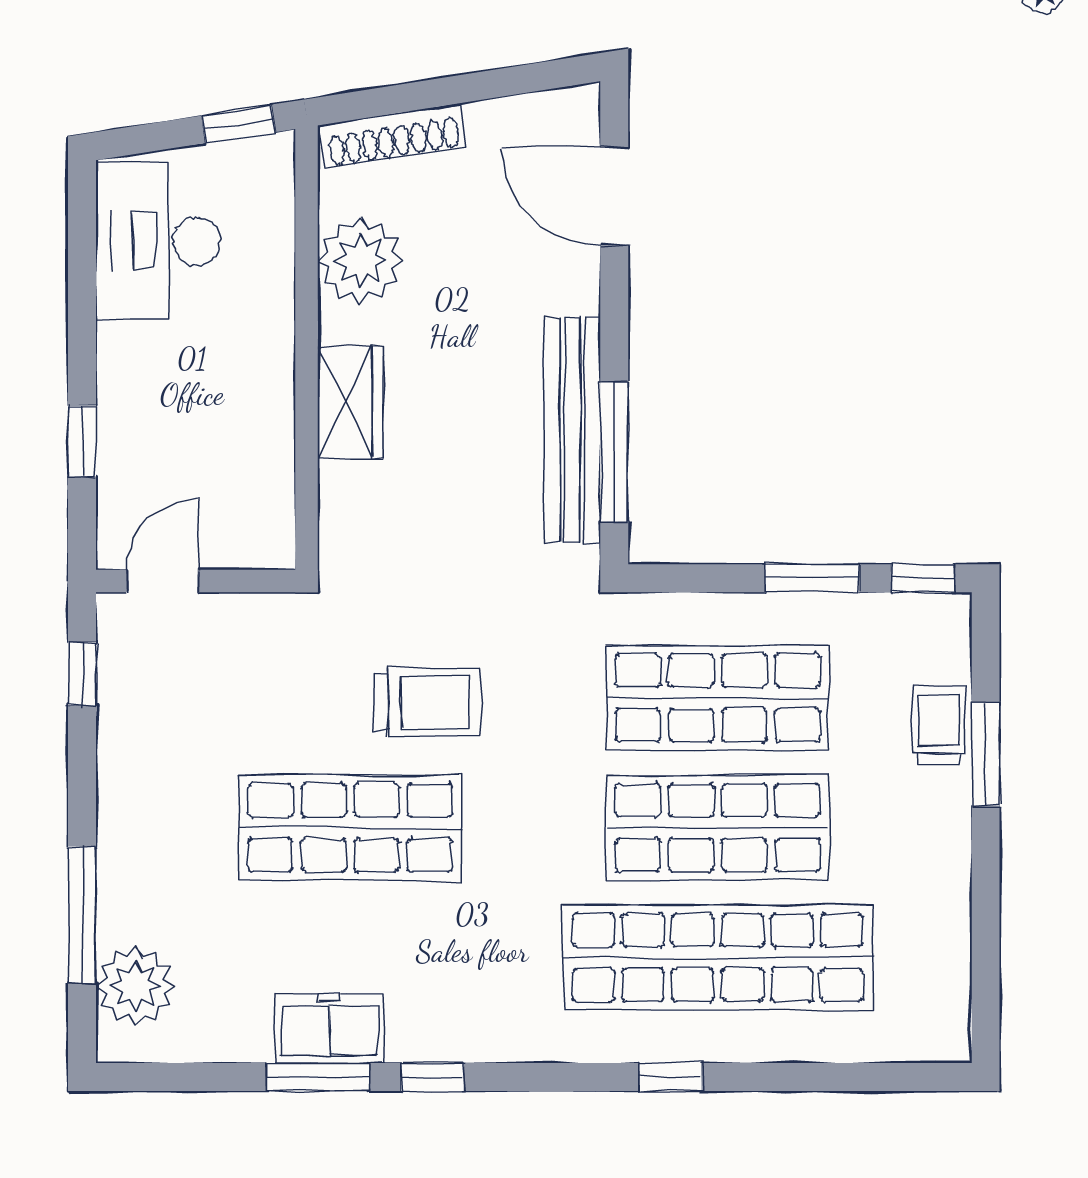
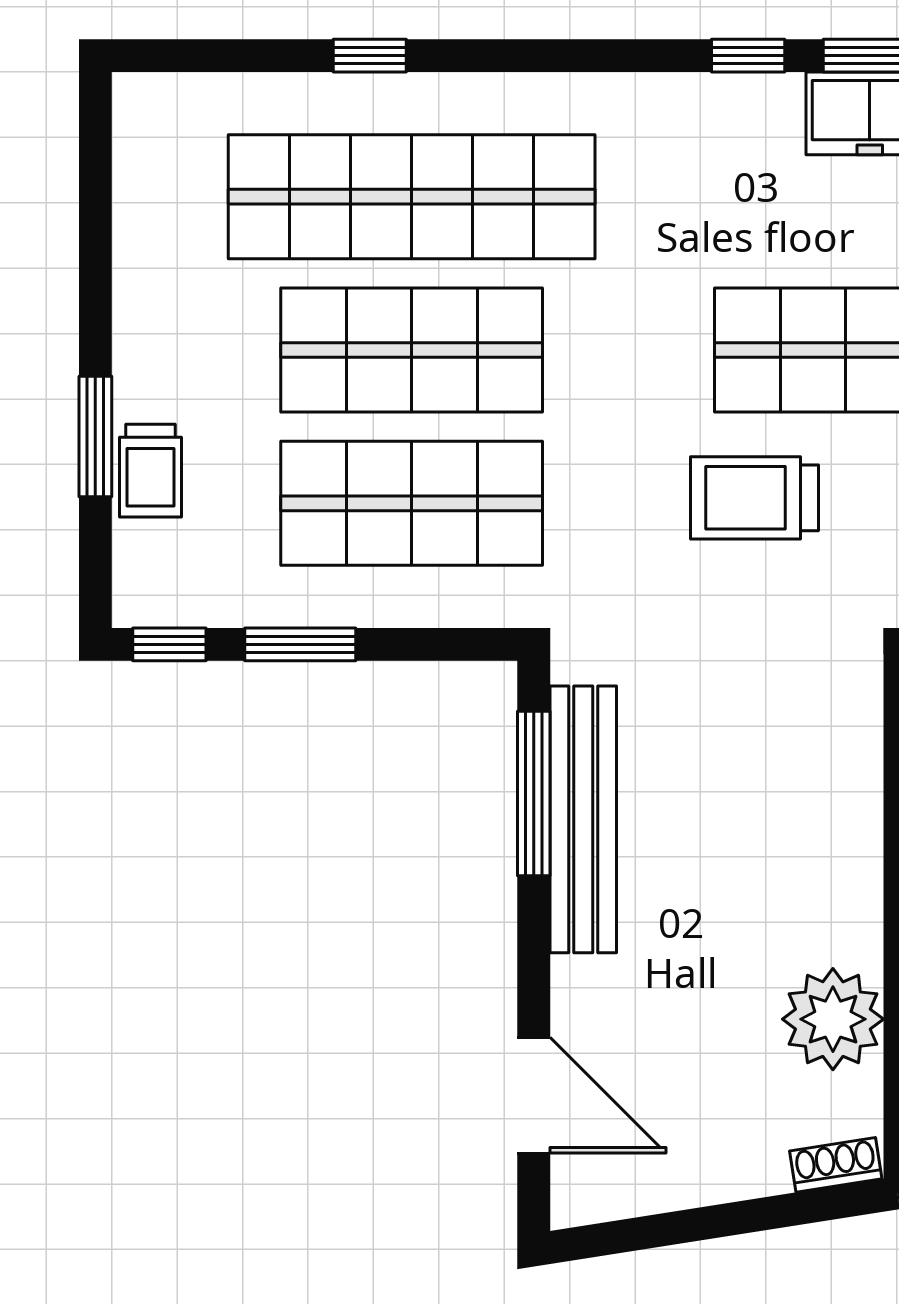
shoe rack: (393, 136) -> (836, 1165), width x0.51, depth x0.81
wardrobe: (350, 403) -> (845, 852), removed
window: (670, 1077) -> (370, 56), moved

